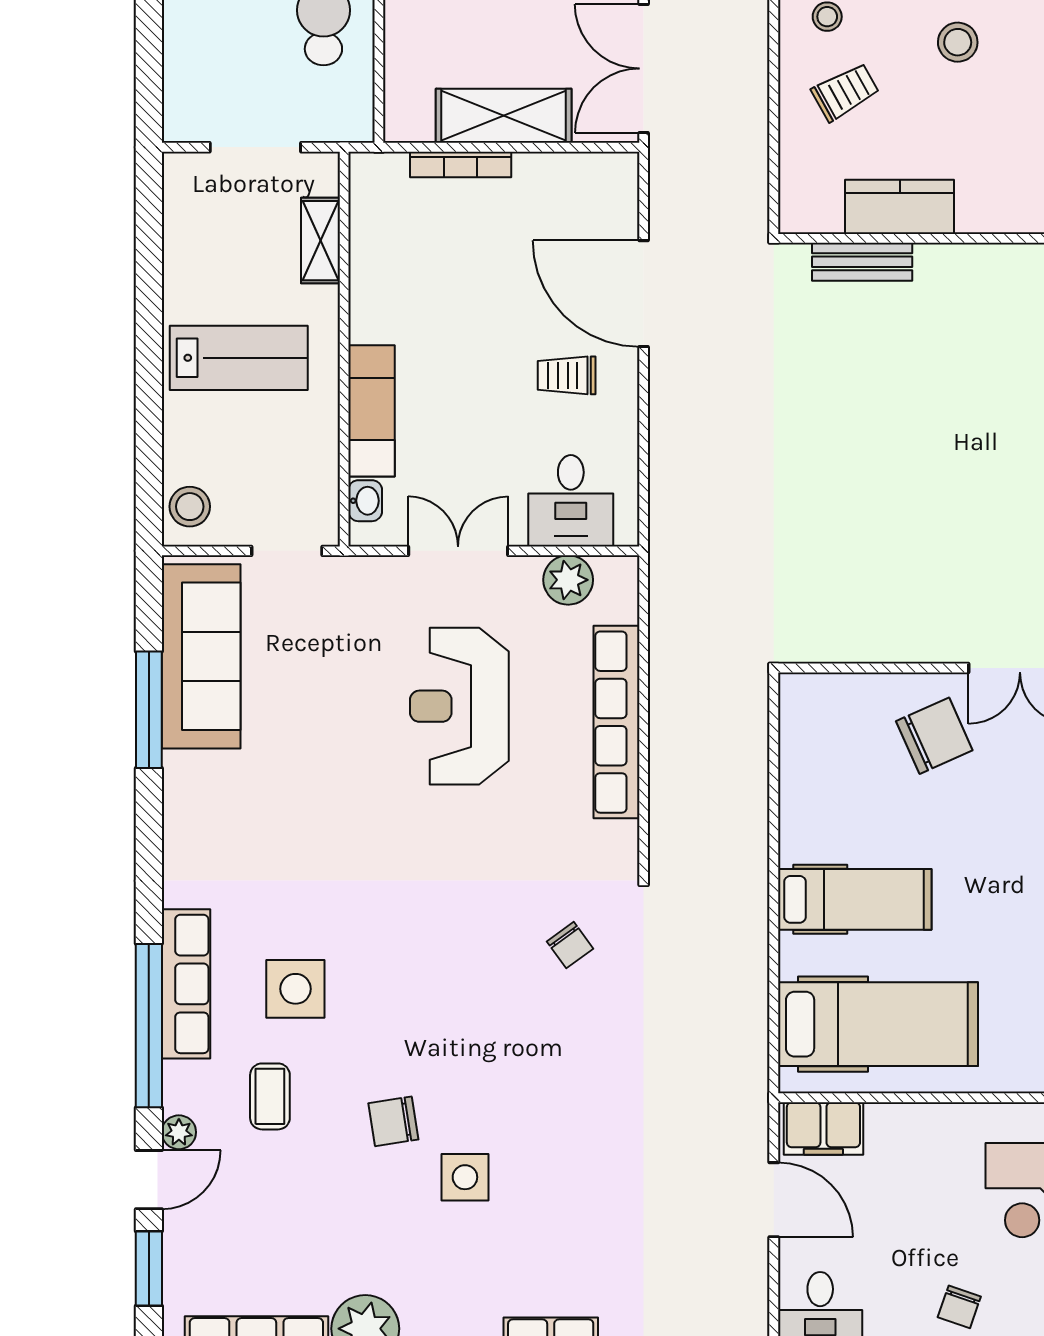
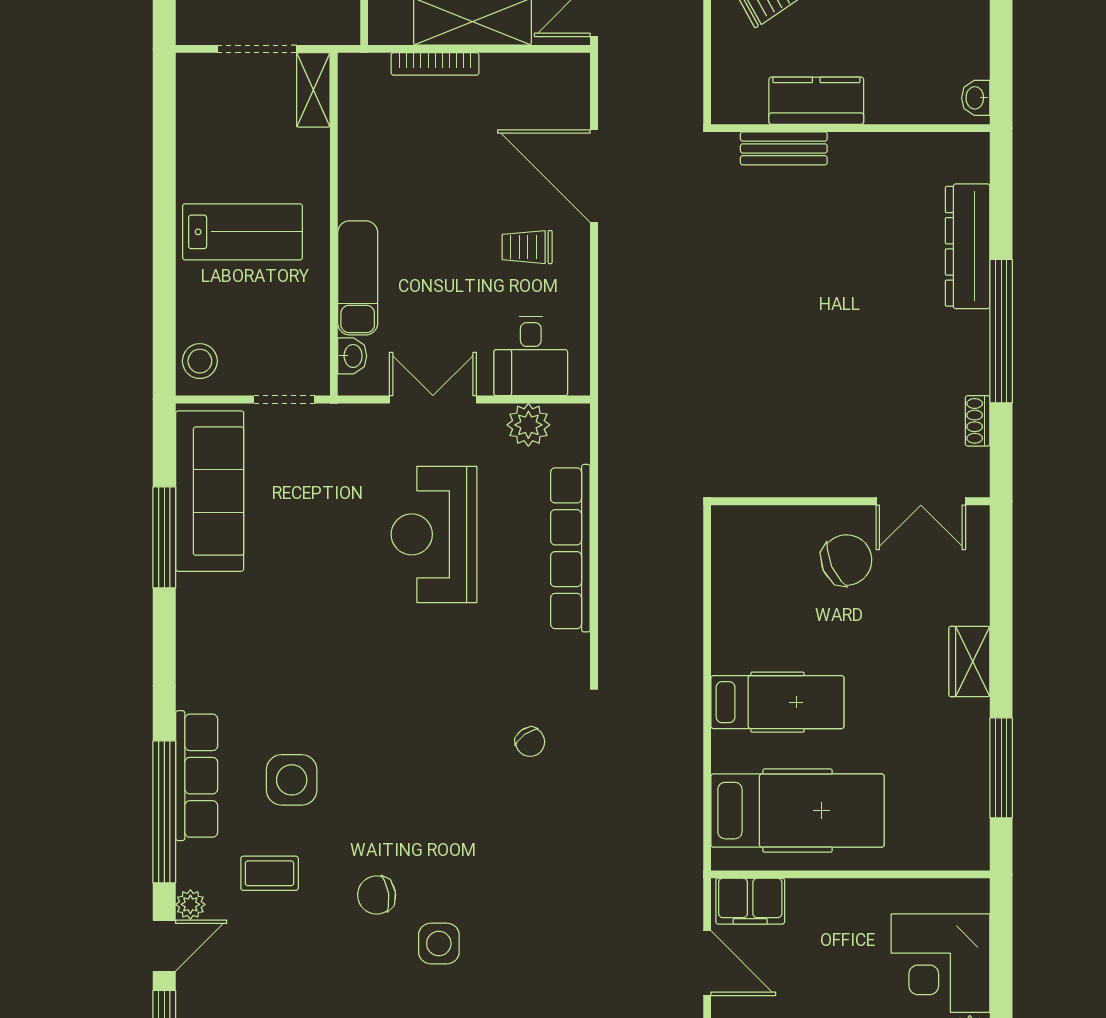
shelving: (320, 241) -> (313, 90), moved
coffee table: (270, 1096) -> (270, 873), turned 90

